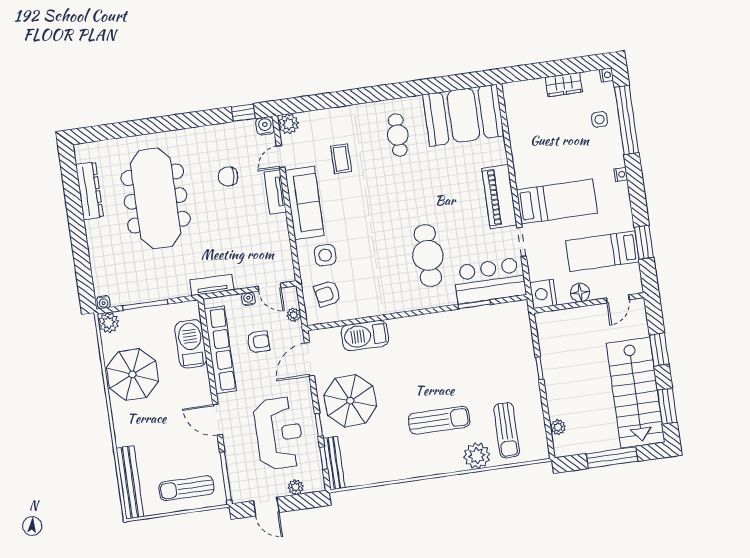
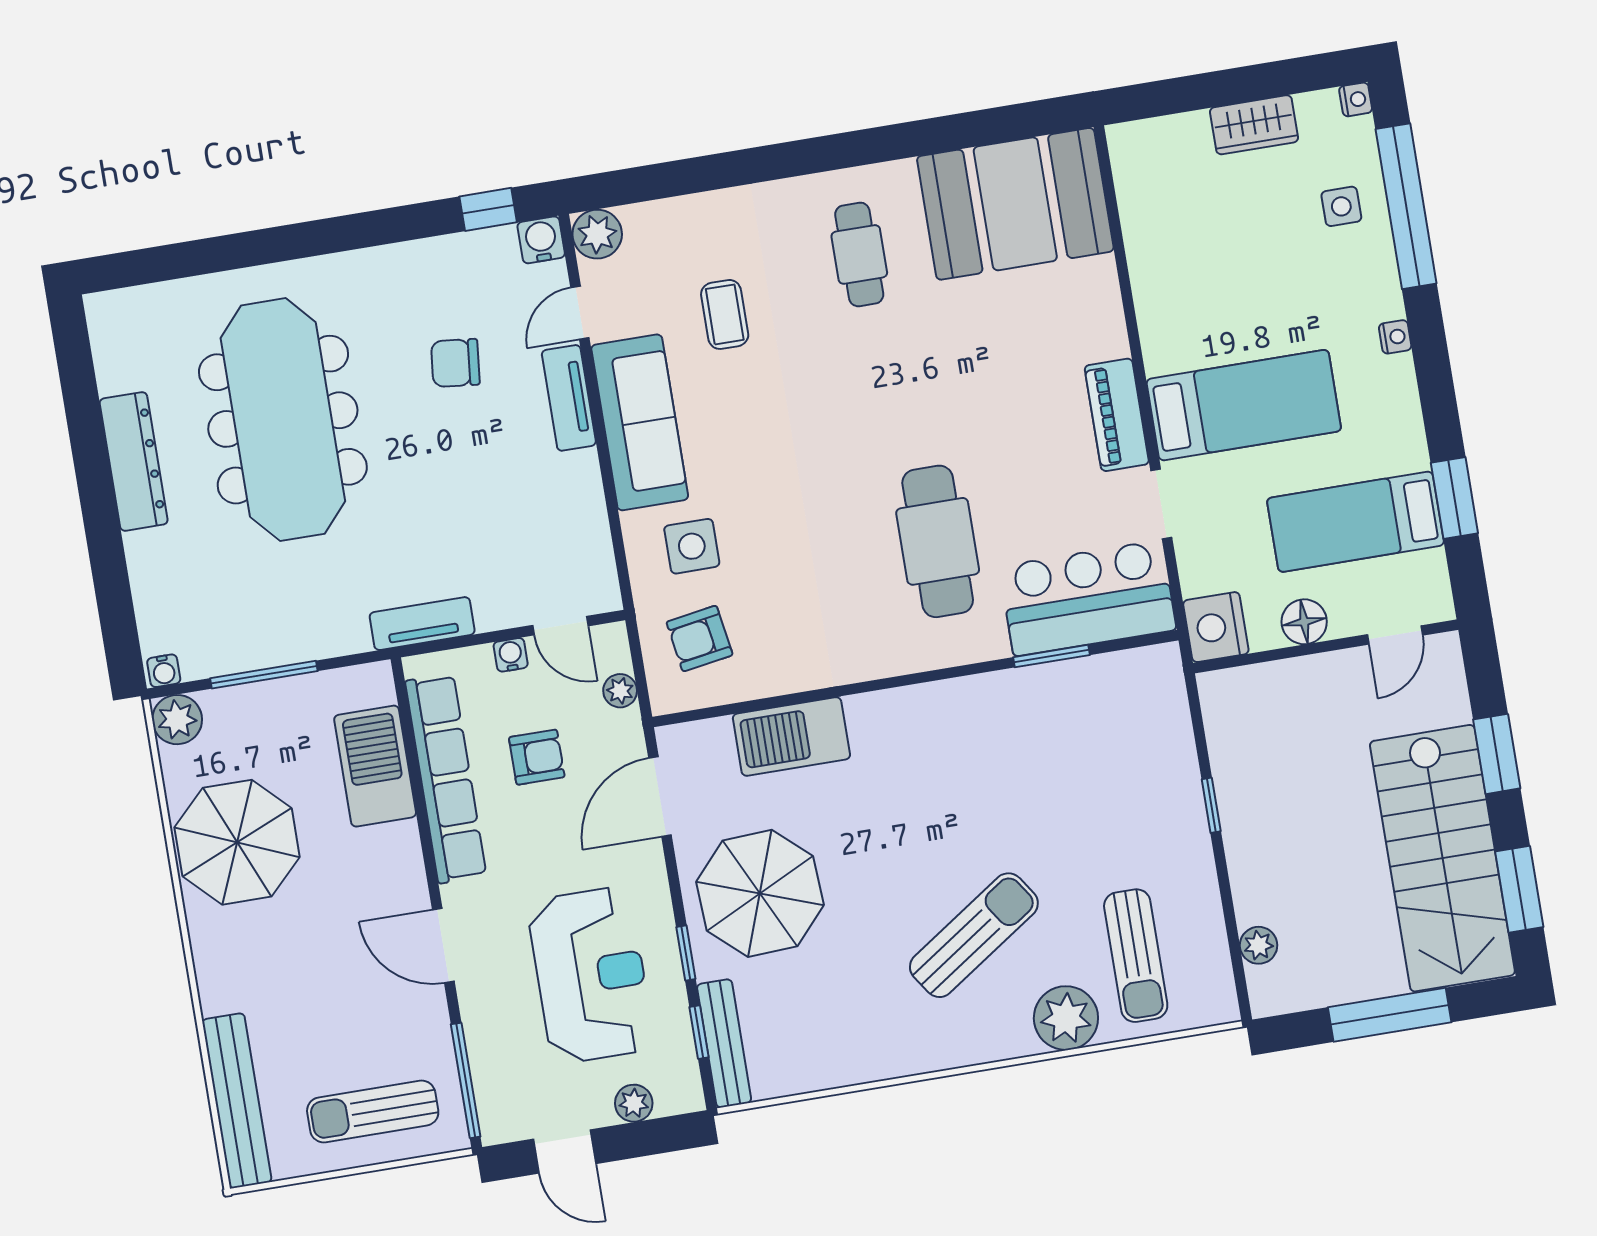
dresser: (89, 191) -> (134, 461), moved
piano: (499, 197) -> (1117, 415), width x0.73, depth x0.75
sun lounger: (439, 420) -> (974, 935), turned -34

